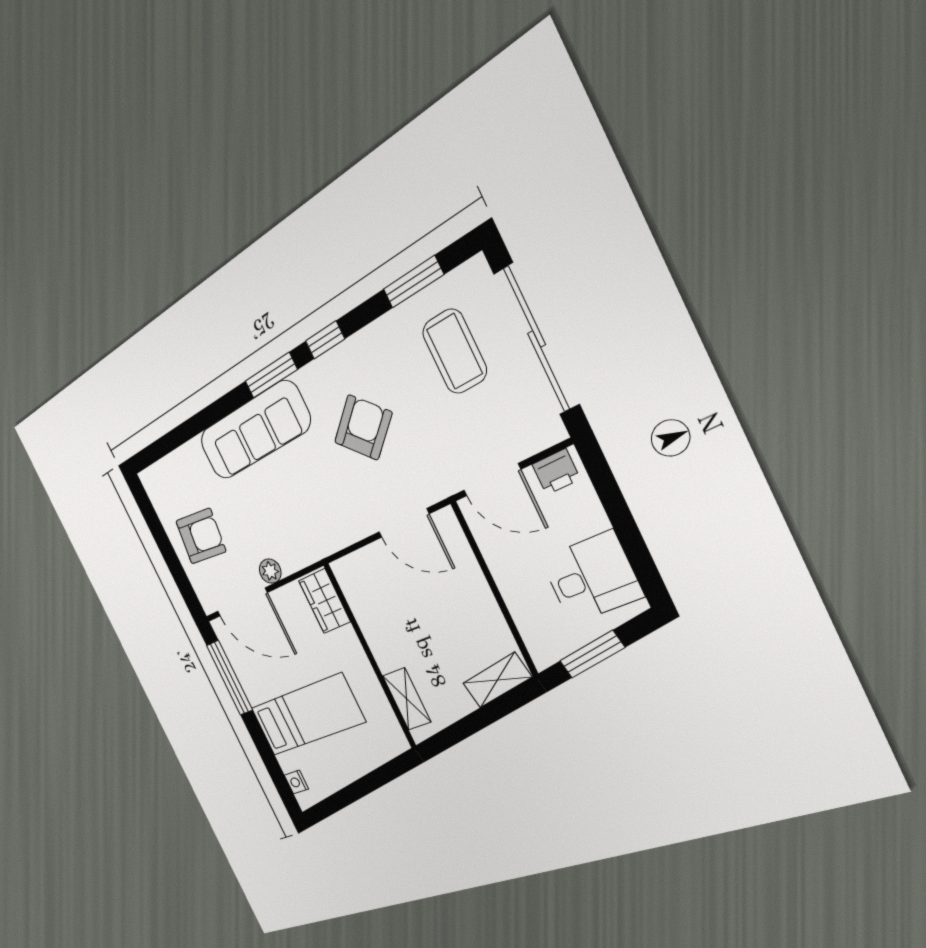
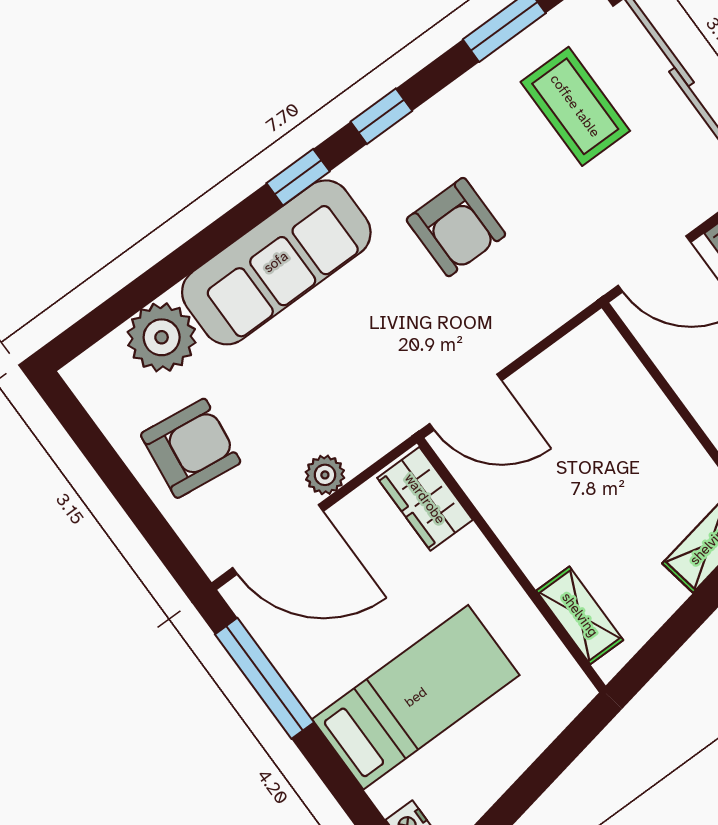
window: (271, 375) -> (298, 177), width x0.67
armchair: (363, 427) -> (456, 227), turned 133
plant: (190, 465) -> (162, 337), added
door: (404, 523) -> (466, 402), moved

